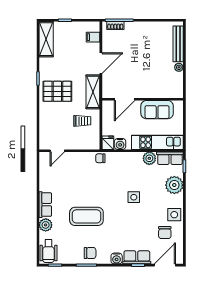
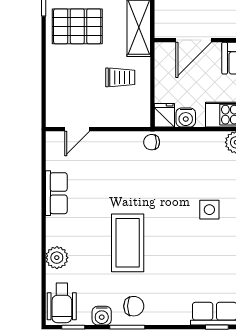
row of seats: (45, 205) -> (56, 193), moved
coffee table: (86, 216) -> (128, 243), turned 90
water cooler: (117, 258) -> (102, 316), moved

